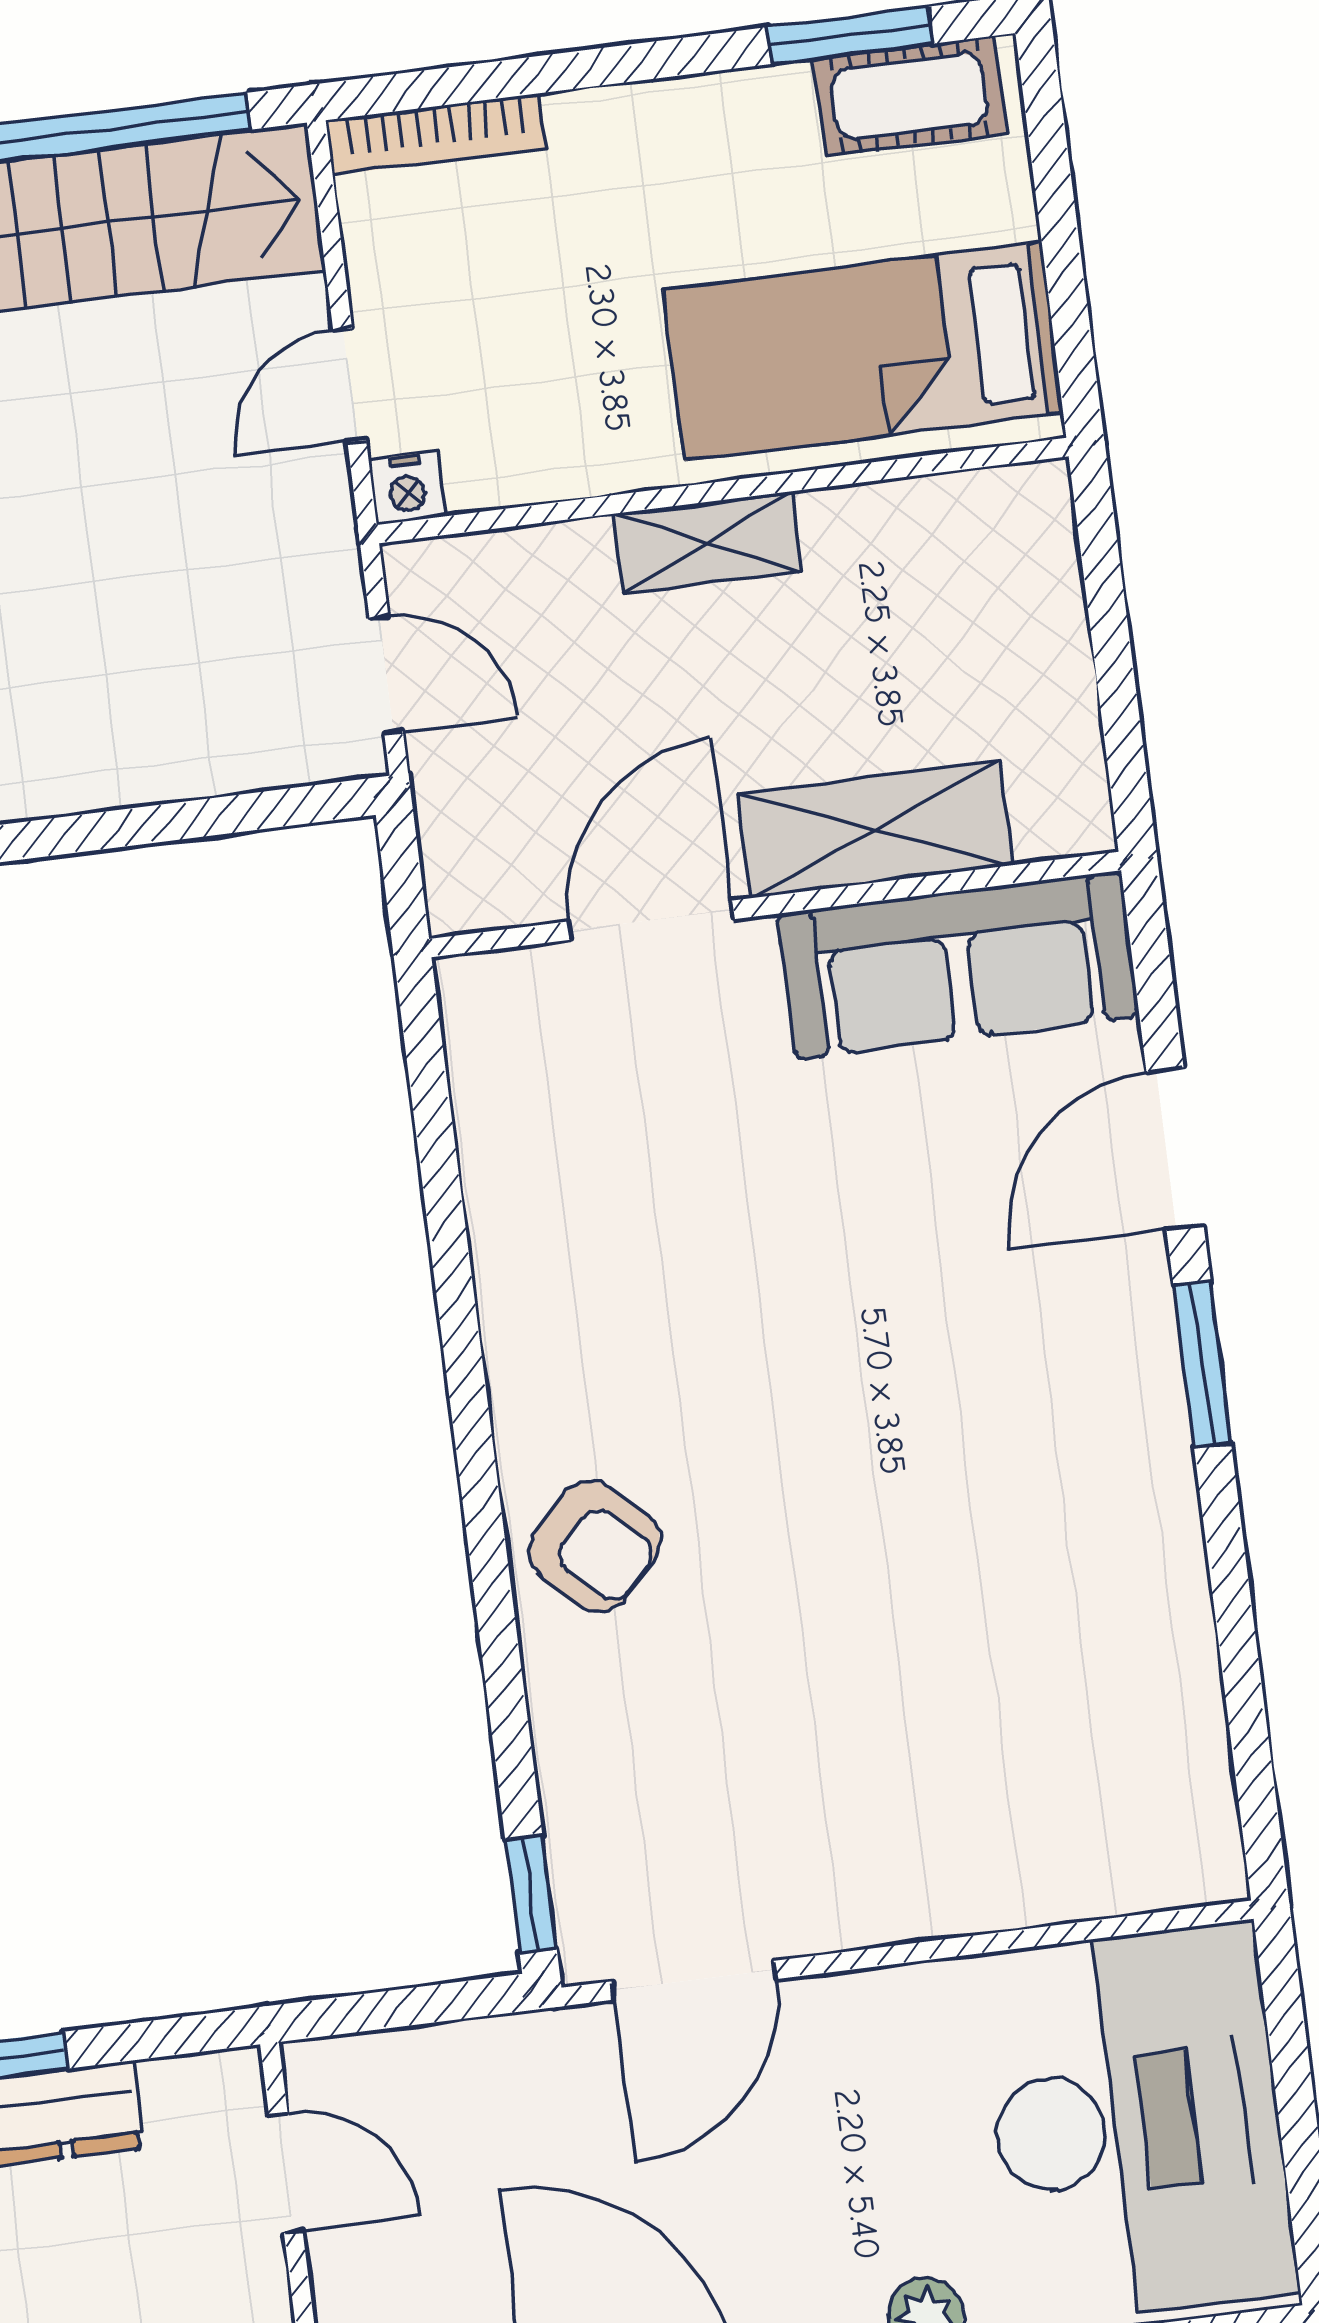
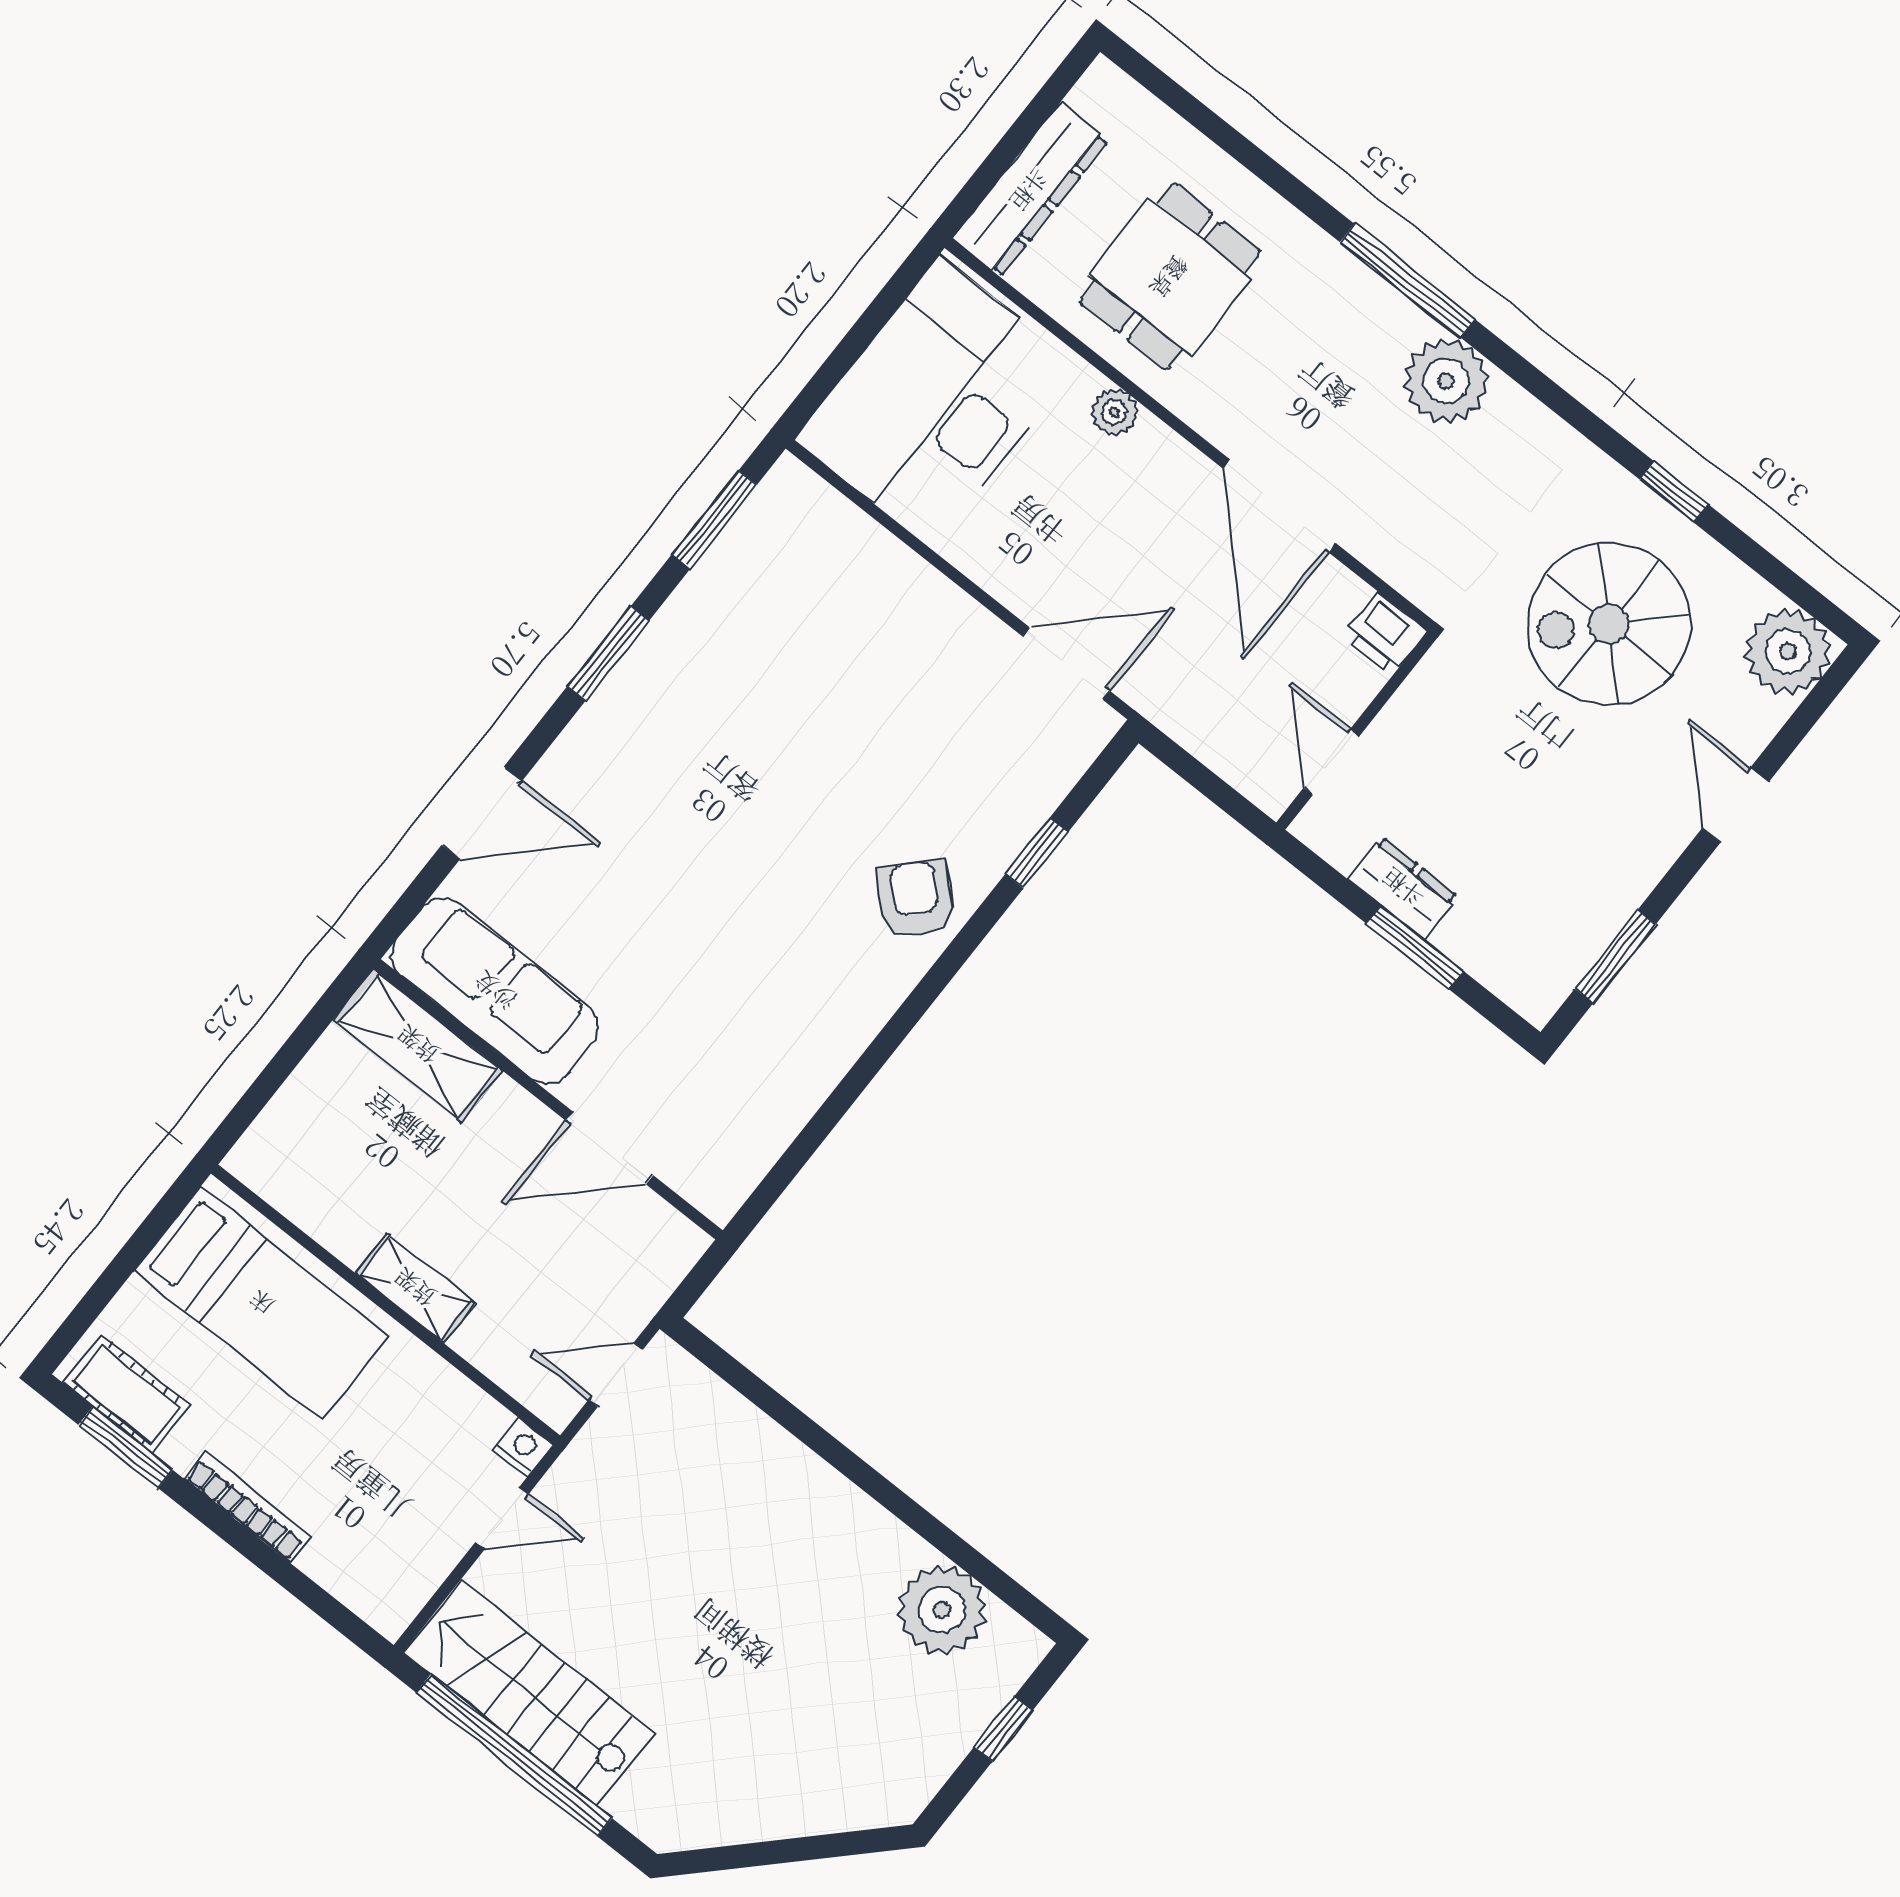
bookcase: (436, 134) -> (247, 1507), moved
door: (386, 674) -> (616, 1375), hinge flipped
shelving: (875, 830) -> (418, 1045), moved
window: (1202, 1364) -> (608, 653), moved
window: (1250, 1740) -> (714, 520), added
window: (531, 1893) -> (1037, 853), moved

